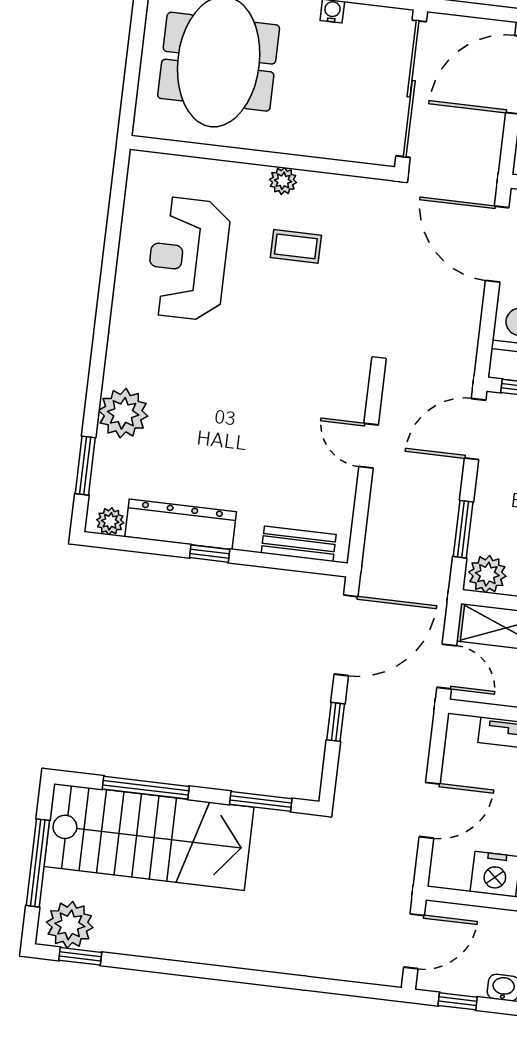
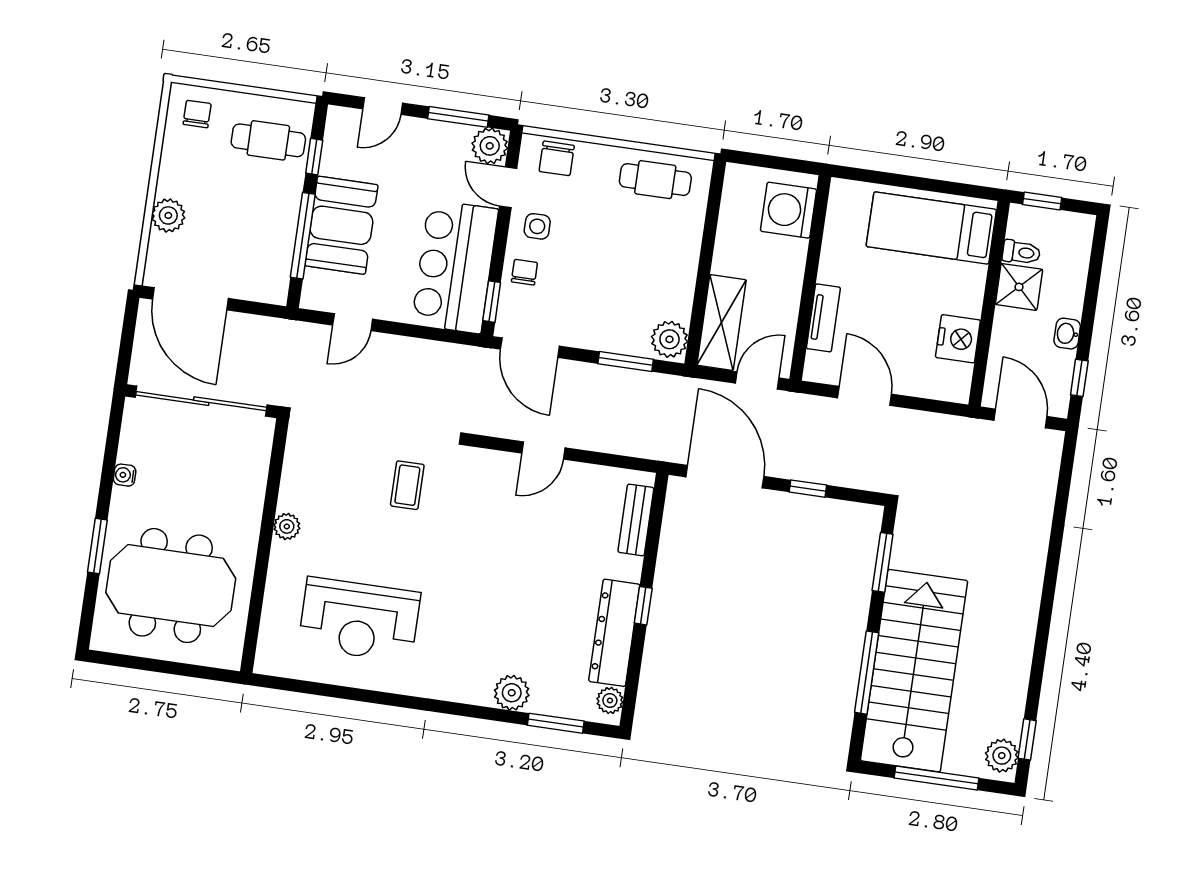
door: (497, 244) -> (353, 322), width x0.53
coffee table: (296, 246) -> (407, 485), moved
plant: (123, 413) -> (512, 693), width x0.73, depth x0.73
door: (430, 810) -> (865, 396), moved
plant: (70, 925) -> (1002, 756), width x0.73, depth x0.73

